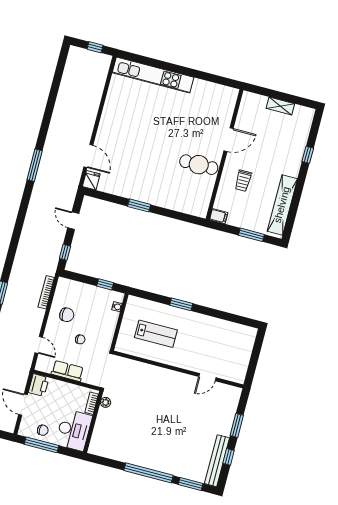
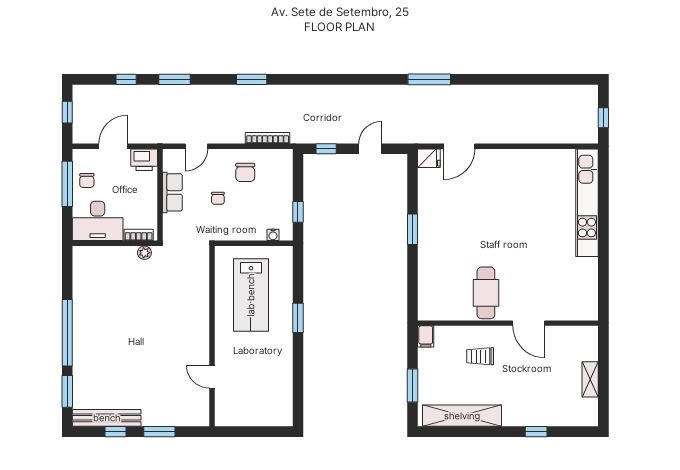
lab bench: (156, 334) -> (251, 295), width x1.36, depth x1.39

